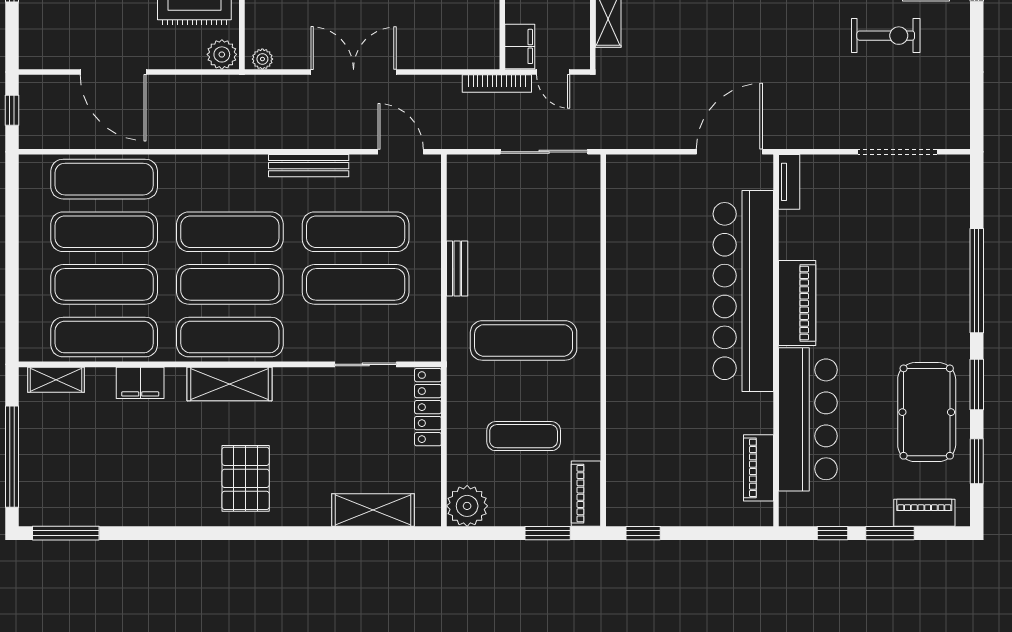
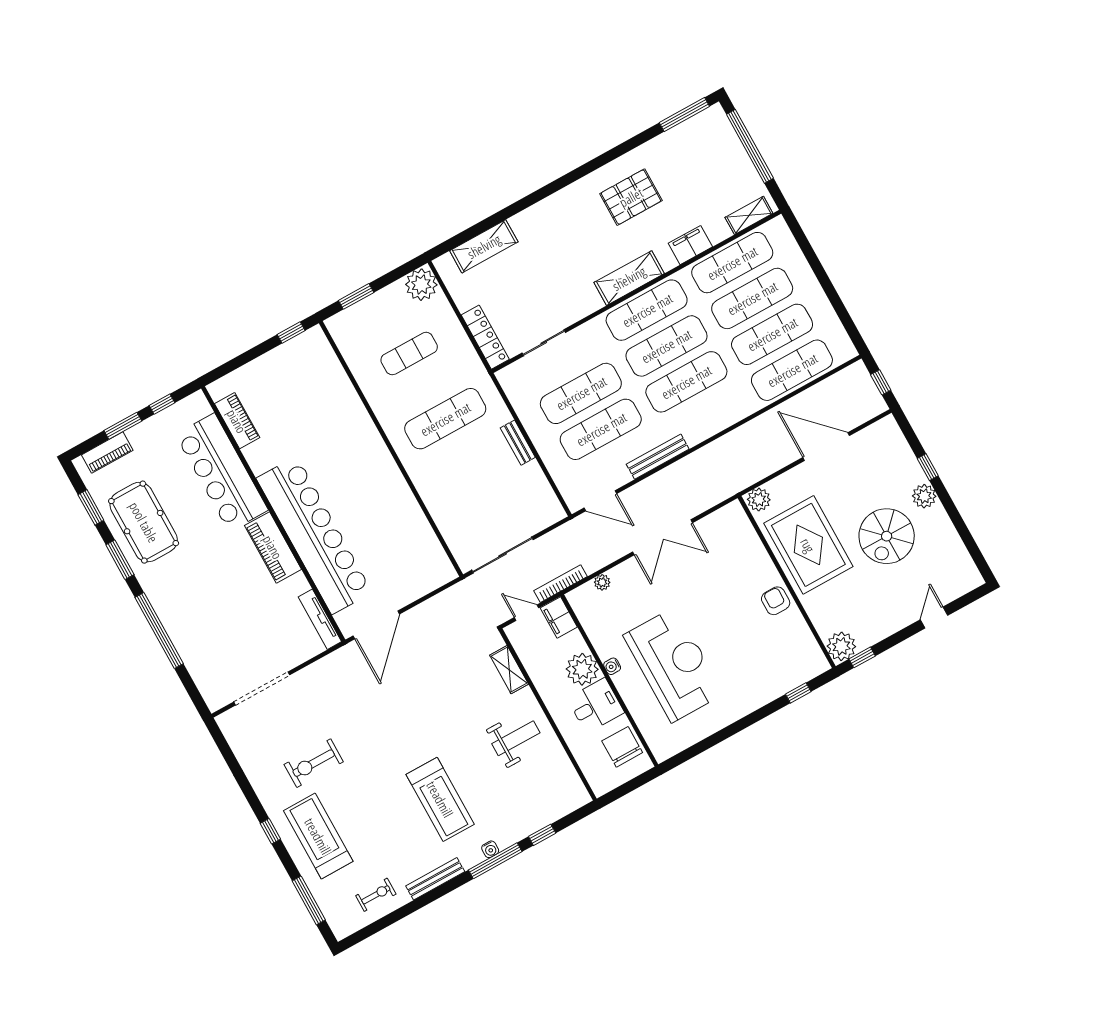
plant: (262, 59) -> (602, 582), moved
tv unit: (789, 182) -> (320, 619), width x1.41
pallet: (246, 478) -> (631, 197), moved, turned 90
piano: (586, 494) -> (345, 338), removed

